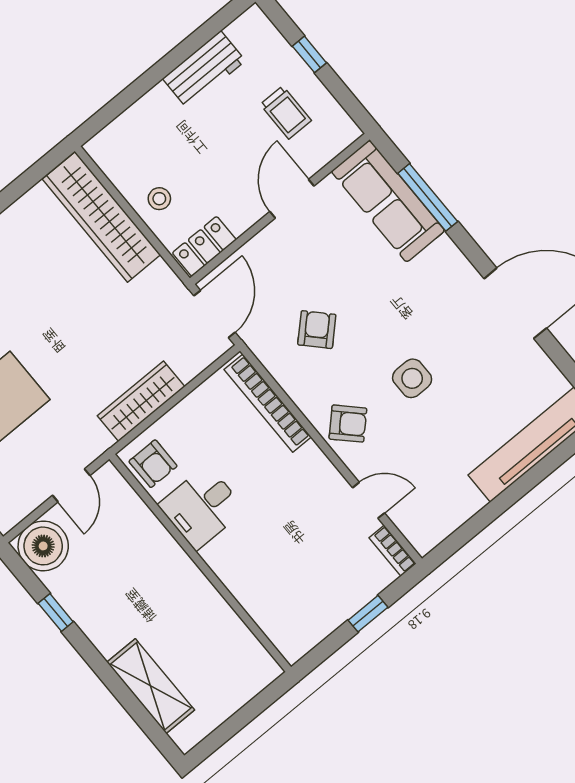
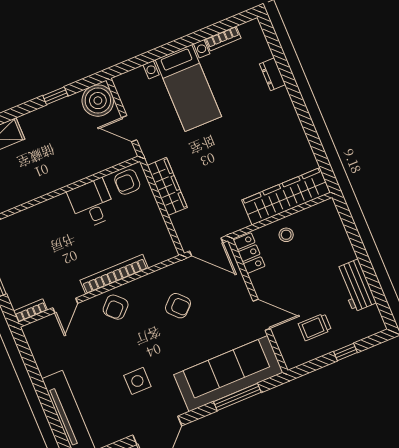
sofa: (388, 201) -> (228, 374), width x1.36, depth x1.27
side table: (412, 378) -> (137, 381), moved
bookcase: (268, 403) -> (114, 274), moved

